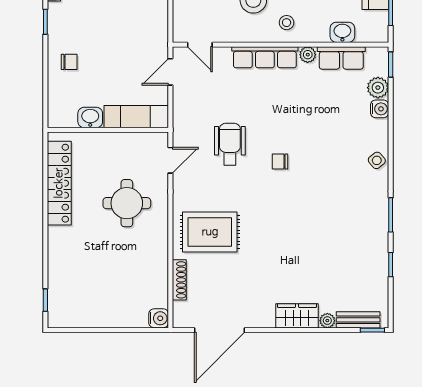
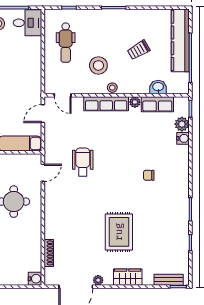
stool: (287, 23) -> (112, 88), moved
side table: (377, 160) -> (181, 173), removed
chair: (280, 161) -> (149, 175), moved
rug: (210, 232) -> (119, 232), moved, turned 90
plant: (327, 321) -> (98, 280), moved

